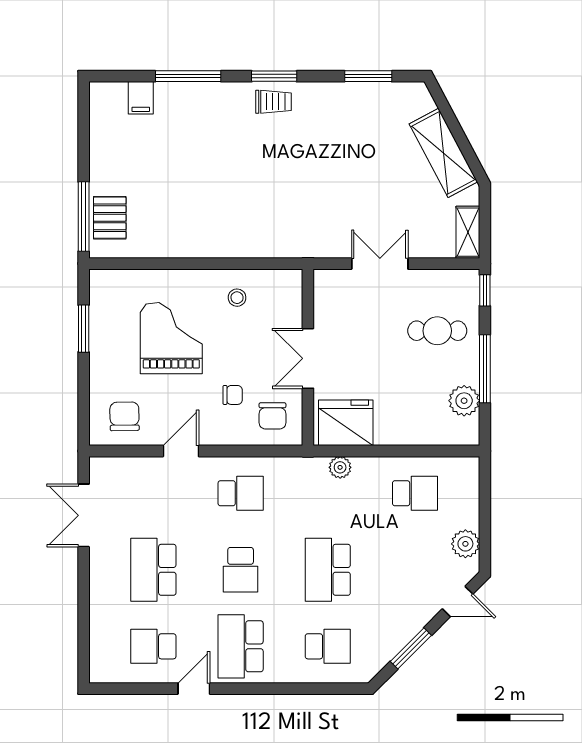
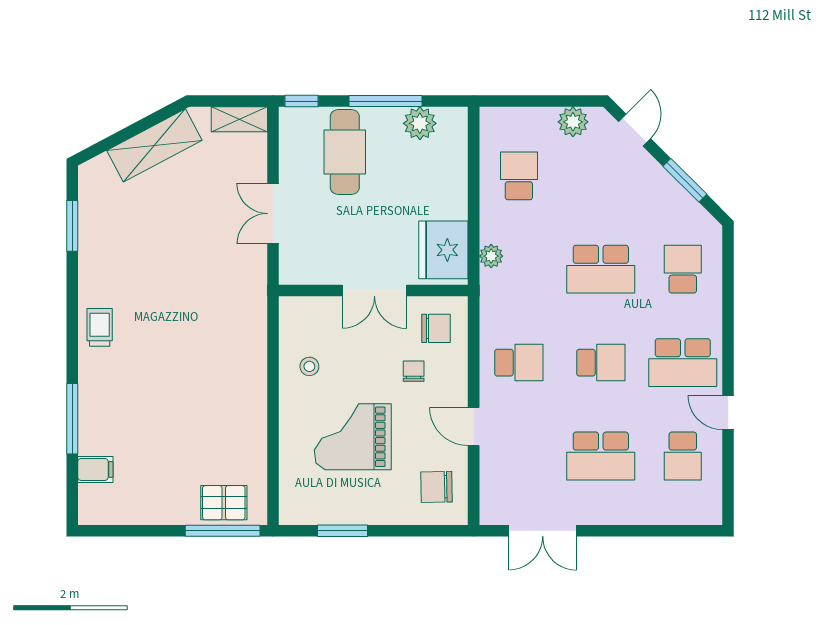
window: (274, 76) -> (72, 327), removed
cafe table: (437, 331) -> (345, 152), width x1.37, depth x1.35
school desk: (241, 493) -> (519, 363), turned 90

